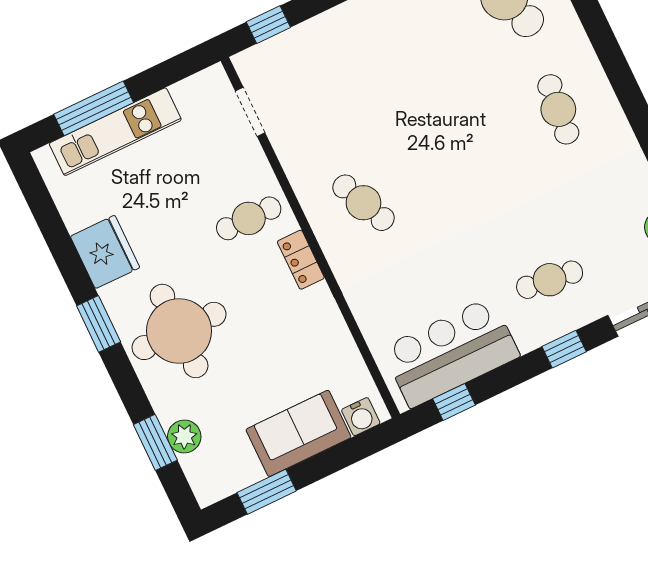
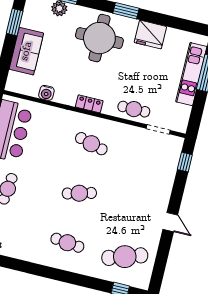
cafe table: (461, 156) -> (79, 193), added
cafe table: (363, 203) -> (91, 144), turned 39
cafe table: (249, 218) -> (134, 109), moved, turned 90
water cooler: (361, 417) -> (46, 93), moved, turned -90

